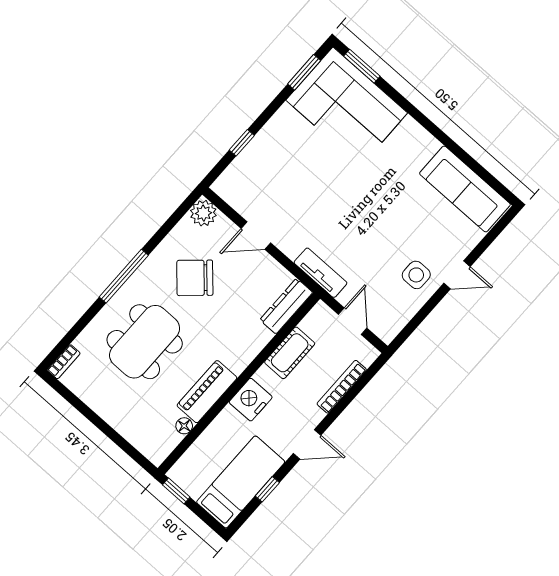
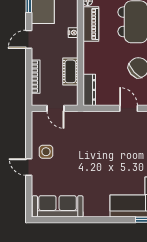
door: (256, 236) -> (129, 108), hinge flipped
tv unit: (321, 273) -> (87, 117), removed
door: (457, 275) -> (29, 167), hinge flipped
nightstand: (251, 400) -> (73, 33), width x0.53, depth x0.56

